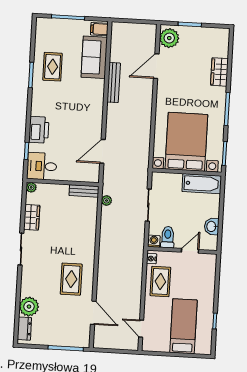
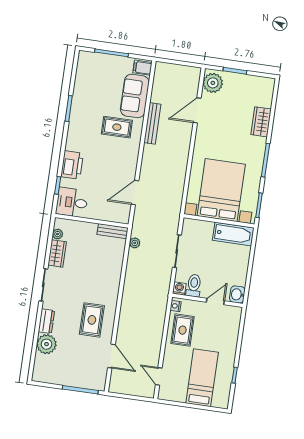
rug: (53, 67) -> (117, 127), moved, turned 90
plant: (31, 187) -> (58, 234), moved
washbasin: (212, 226) -> (237, 294), moved
dresser: (24, 329) -> (46, 321), moved

